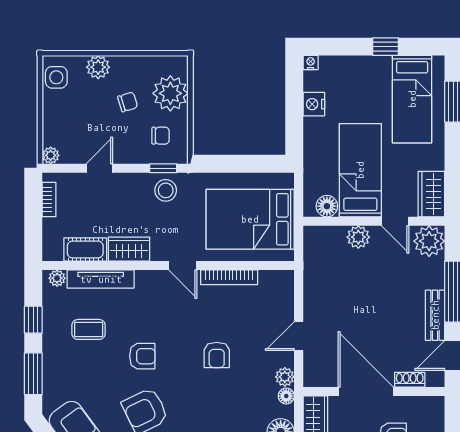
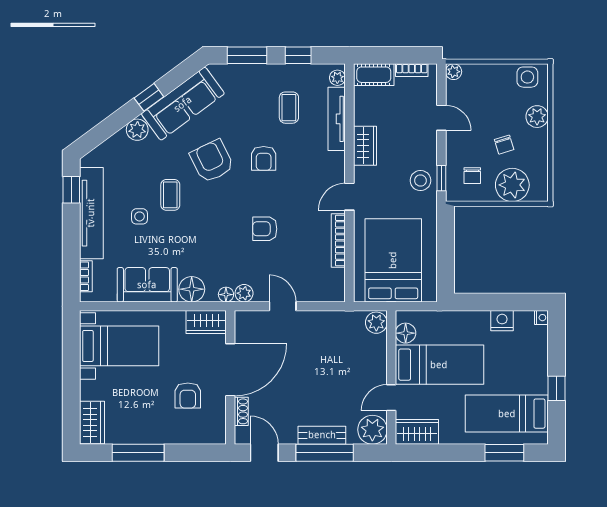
plant: (358, 237) -> (376, 323), moved
cot: (85, 249) -> (374, 75), moved, turned 90
bench: (435, 315) -> (322, 435), moved

